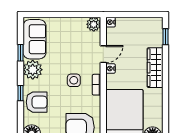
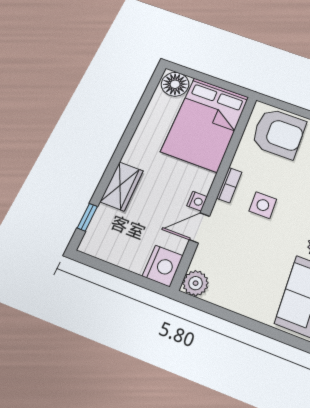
nightstand: (111, 22) -> (163, 266), width x1.89, depth x1.79
wardrobe: (155, 68) -> (122, 186), width x0.67

